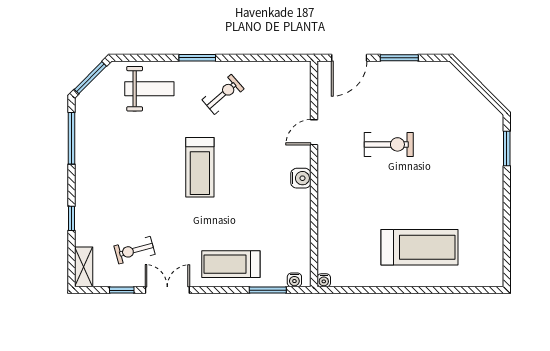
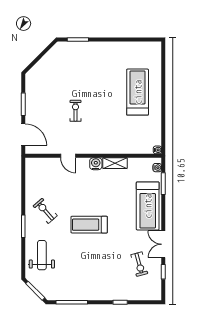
exercise bike: (389, 144) -> (75, 111), width x0.73, depth x0.72
treadmill: (200, 167) -> (89, 225), turned 180
treadmill: (231, 264) -> (148, 206), width x1.37, depth x1.38
shelving: (84, 267) -> (115, 163), moved

